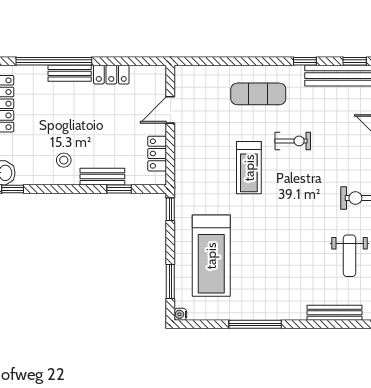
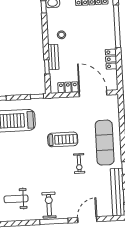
bench: (70, 73) -> (111, 36), removed
exercise mat: (258, 94) -> (105, 143), width x1.36, depth x1.45
door: (170, 110) -> (93, 93), width x1.88
treadmill: (249, 168) -> (63, 139), turned 180

